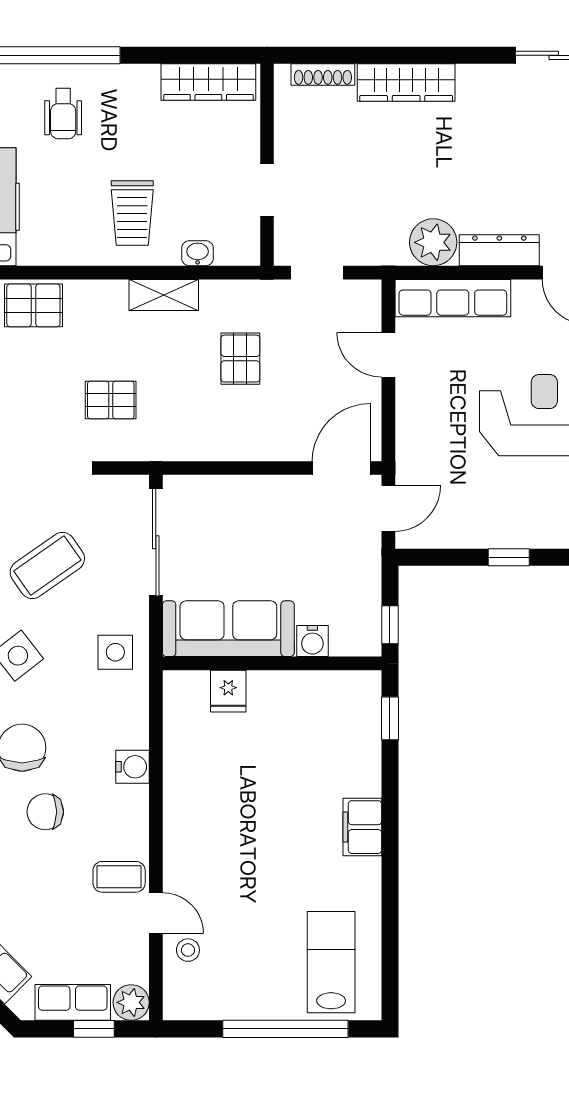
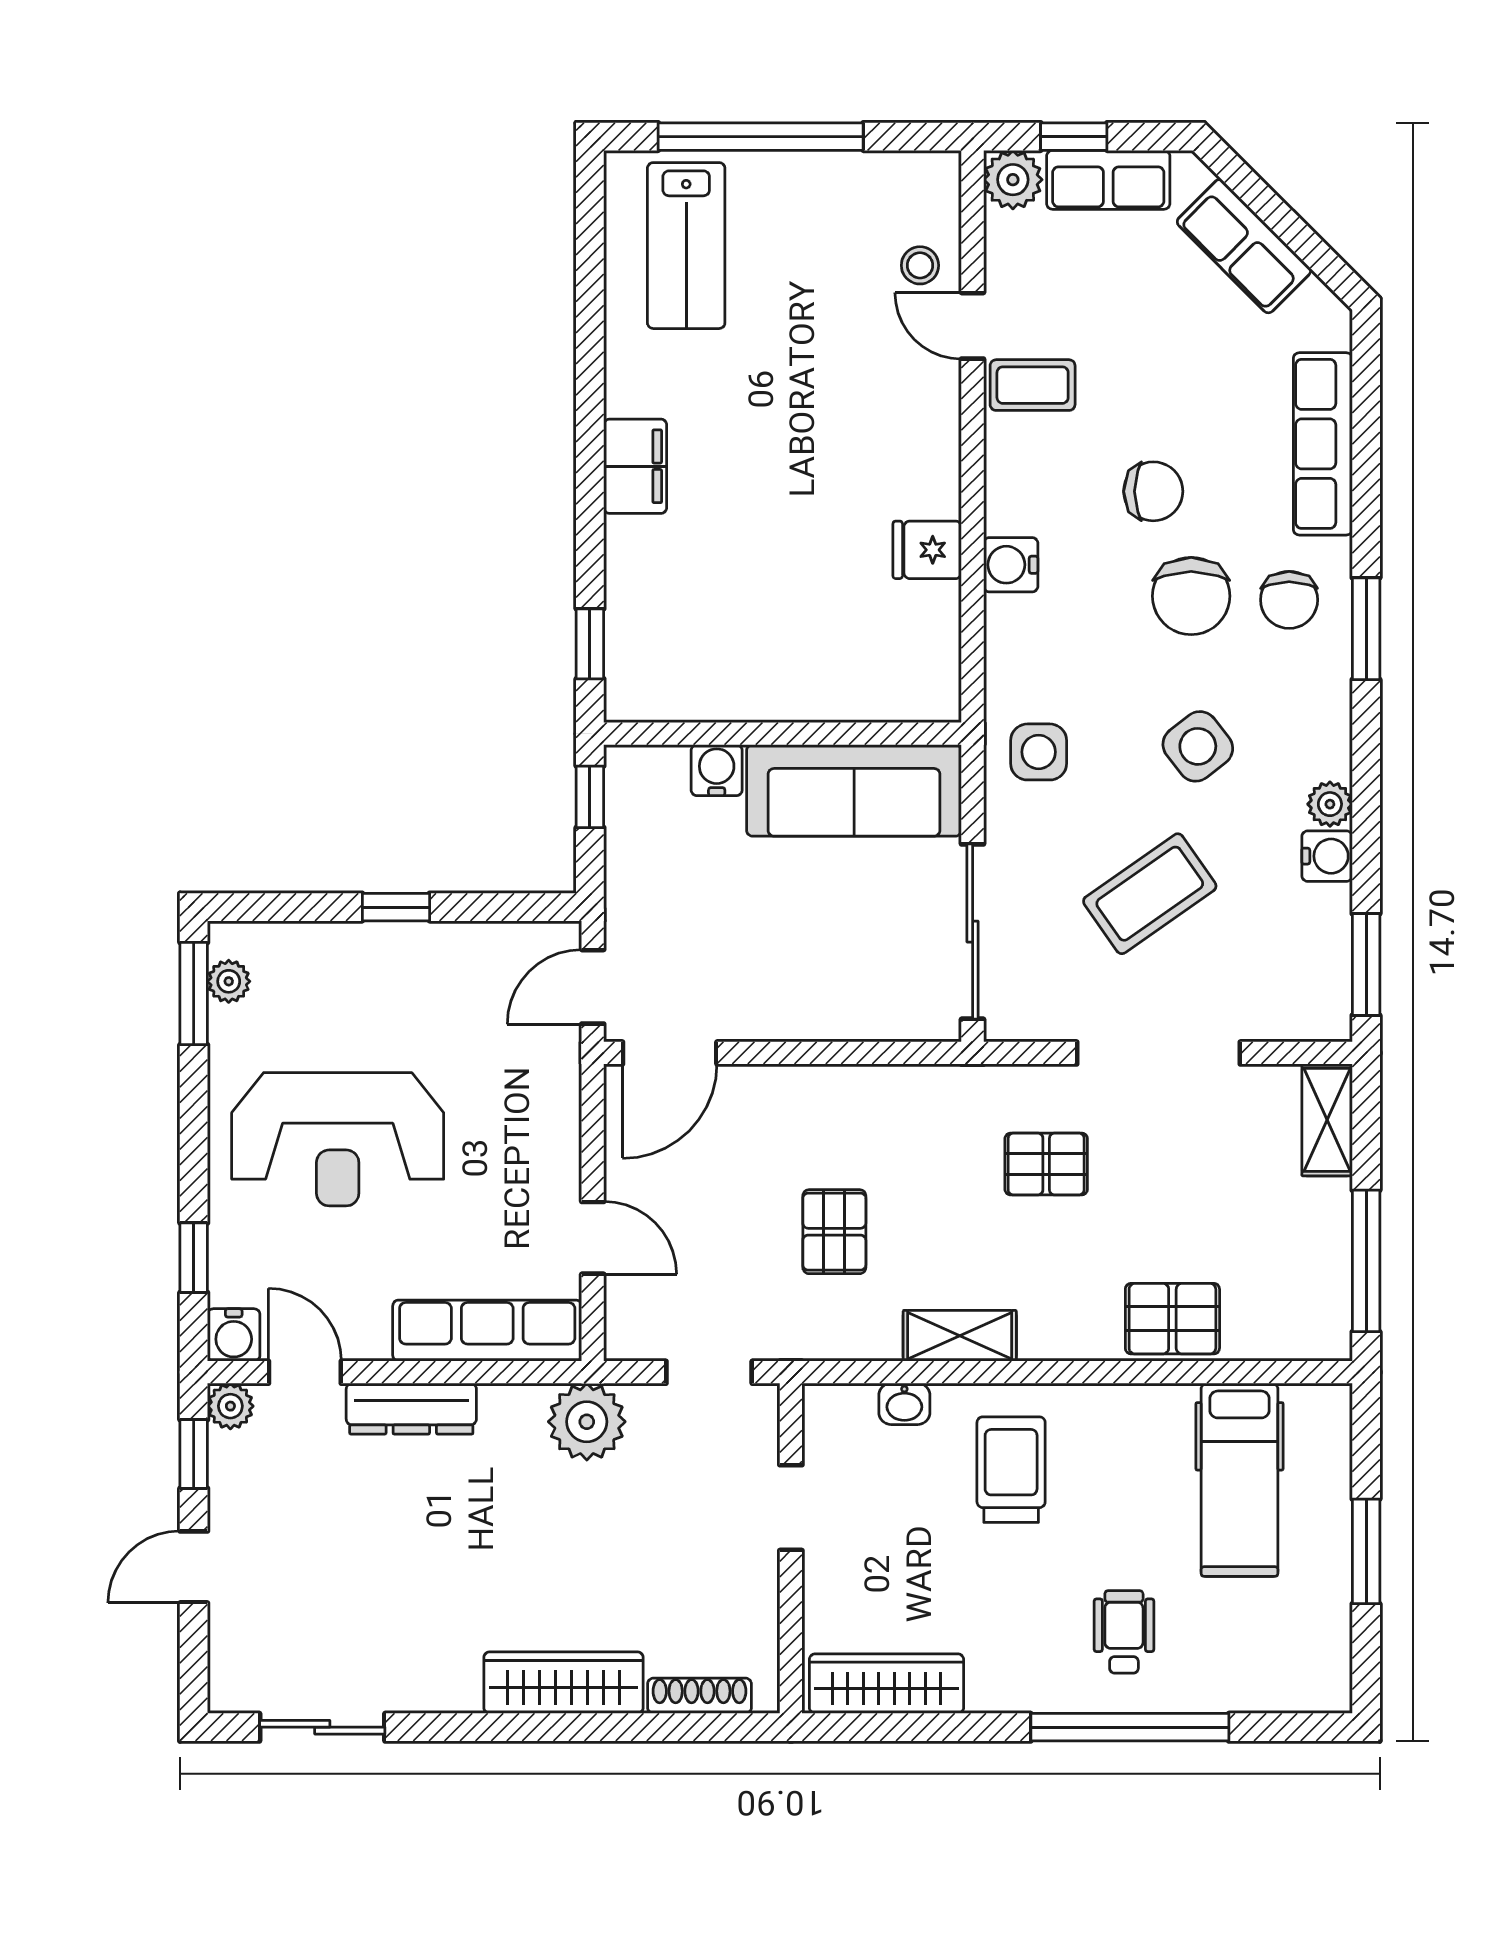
plant: (433, 242) -> (587, 1422), moved
fridge: (228, 691) -> (927, 550), moved, turned -90

